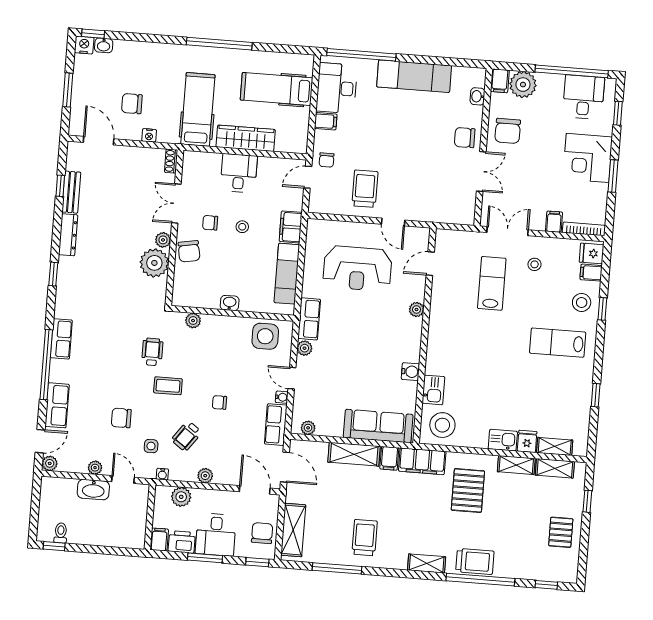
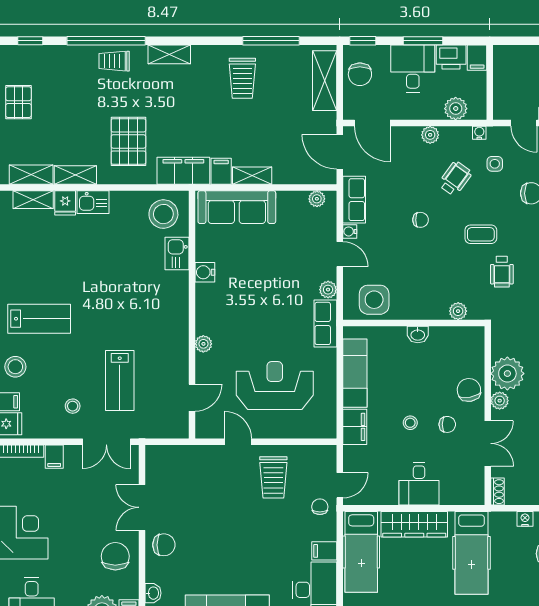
hospital bed: (277, 89) -> (361, 552), moved, turned 90
shelving: (354, 454) -> (252, 176), width x0.67, depth x0.75
trolley: (475, 561) -> (114, 61), width x0.73, depth x0.72

